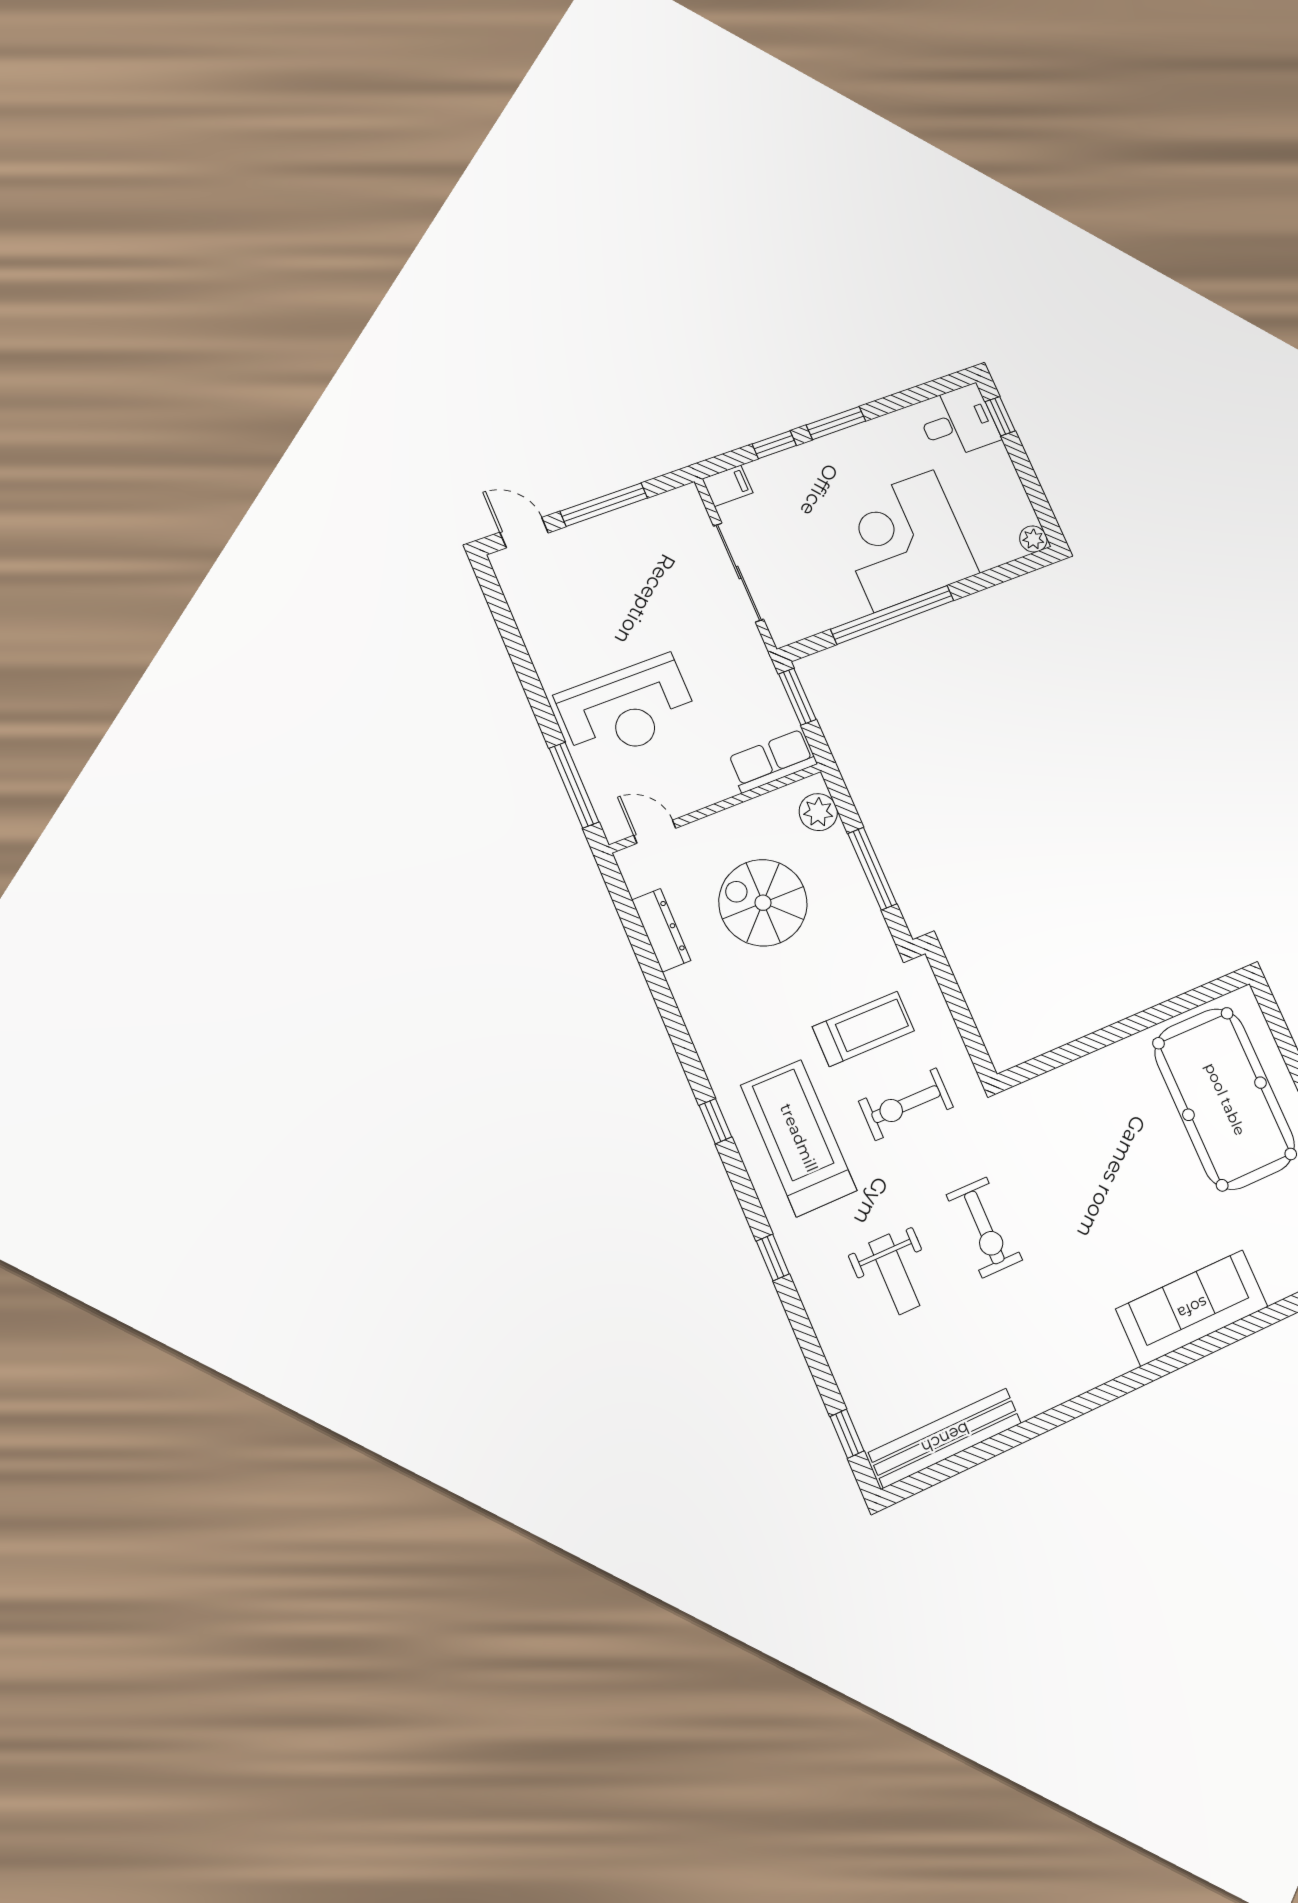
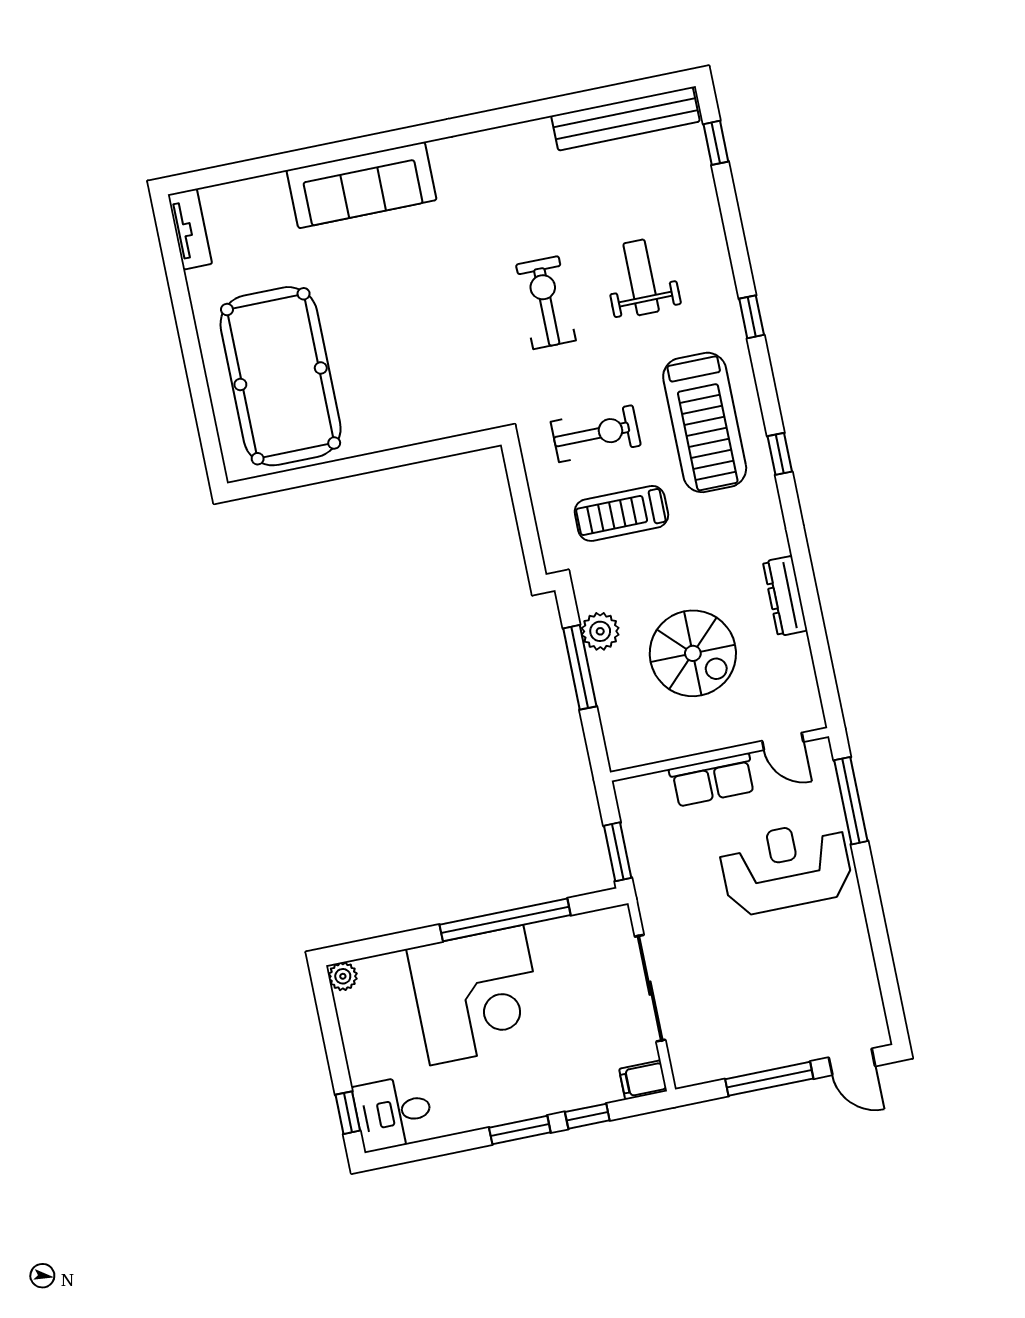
row of seats: (772, 761) -> (712, 780), moved
plant: (818, 812) -> (600, 631), moved
dresser: (661, 930) -> (785, 596), moved

